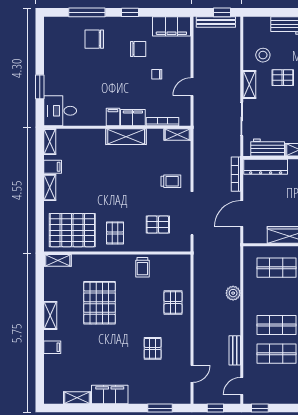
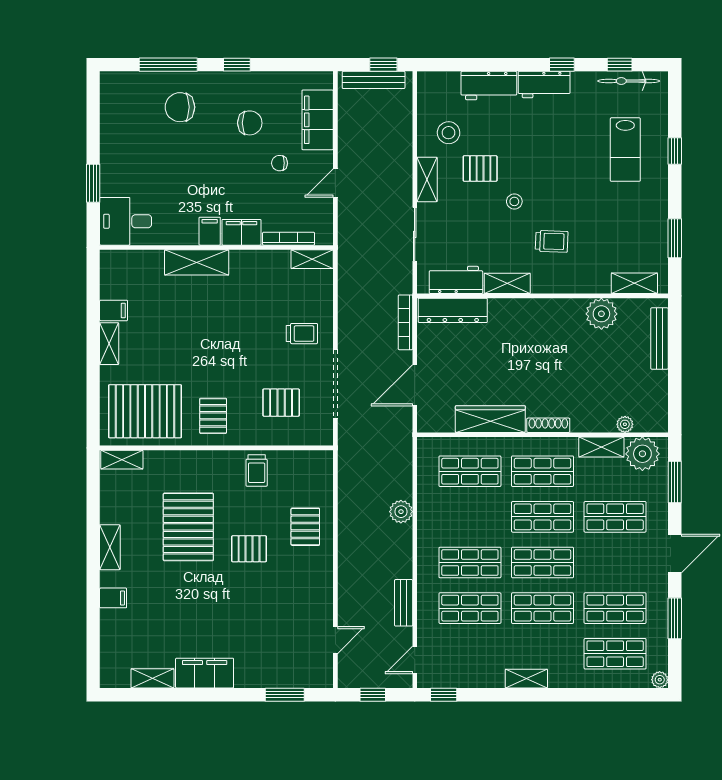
filing cabinet: (171, 26) -> (318, 120), moved, turned 90
shelving: (126, 137) -> (197, 262), moved
shelving: (50, 142) -> (109, 270), removed
pallet: (153, 348) -> (249, 549), moved, turned 90

